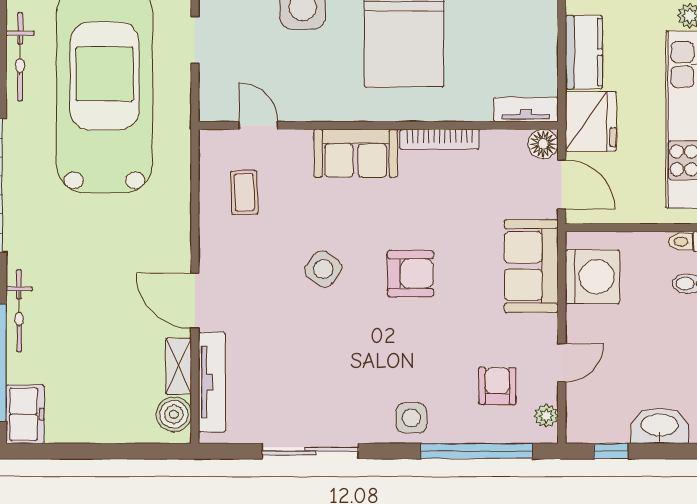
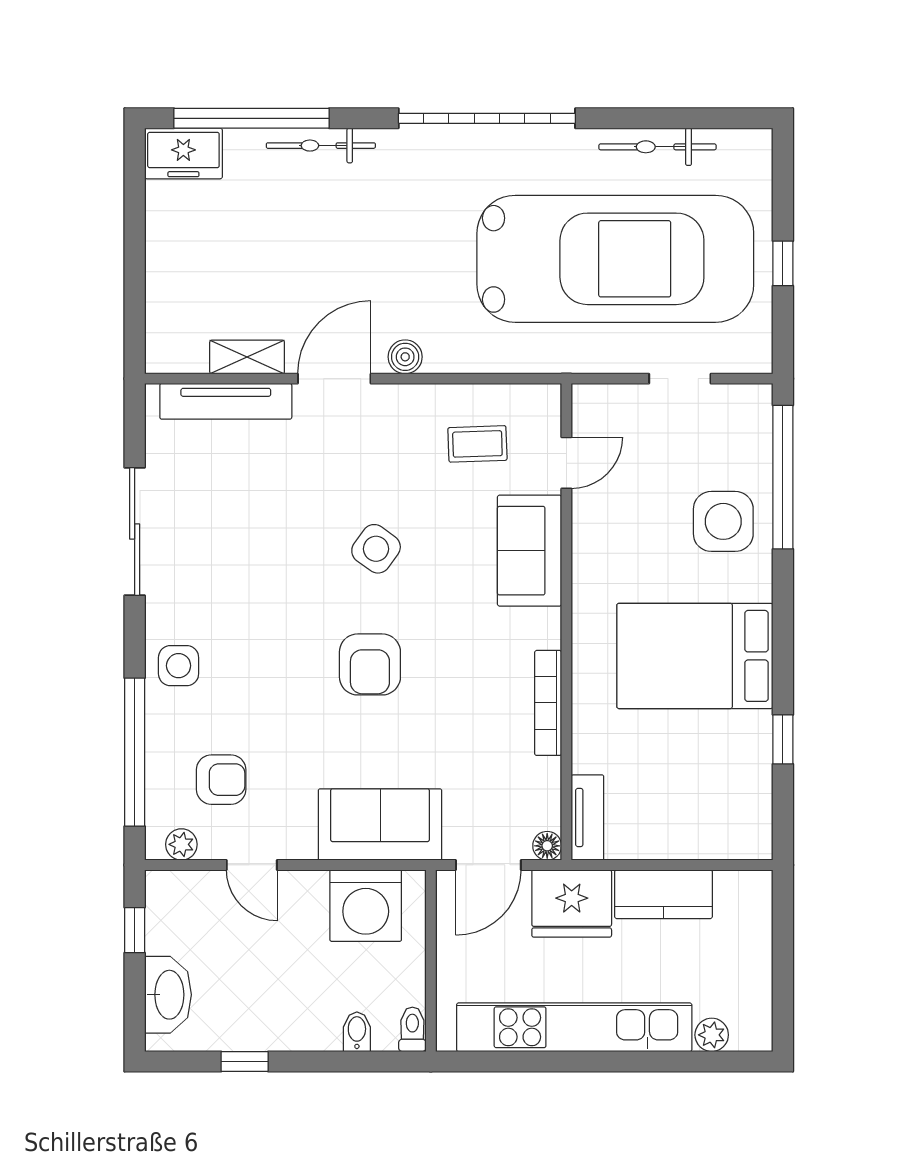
floor lamp: (543, 144) -> (547, 846), width x0.73, depth x0.73
sofa: (356, 153) -> (530, 551), moved
boiler: (174, 414) -> (405, 357), moved, width x0.73, depth x0.73

